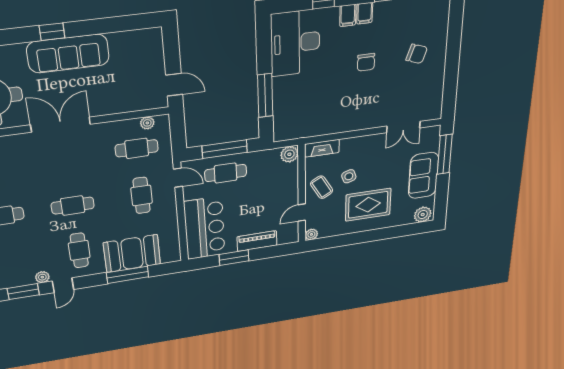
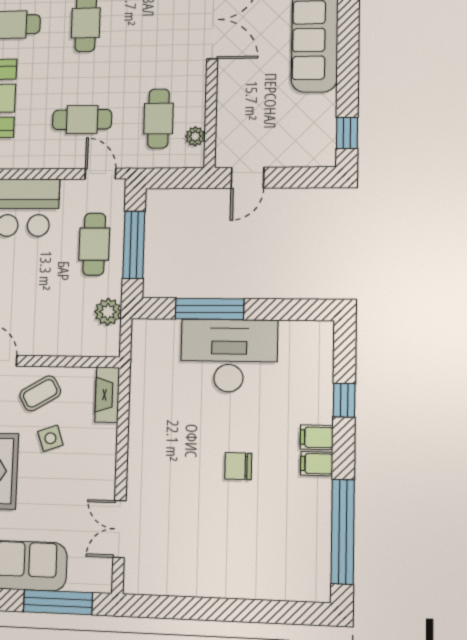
window: (52, 32) -> (347, 133), moved
desk: (295, 43) -> (229, 356), moved
chair: (417, 54) -> (240, 549), removed
plant: (289, 154) -> (108, 312), moved
door: (178, 178) -> (100, 174), swing flipped

